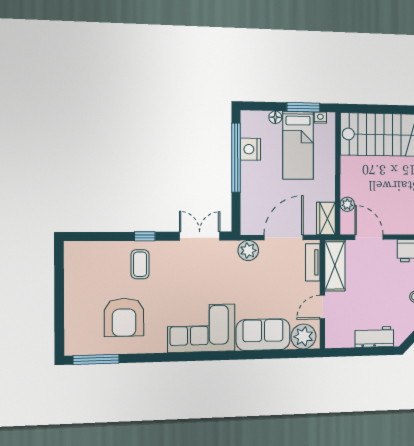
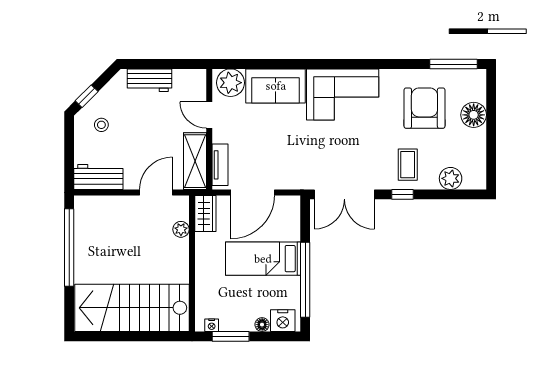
bed: (298, 145) -> (263, 259), moved, turned -90
nightstand: (250, 149) -> (283, 321), moved, turned 90
double door: (200, 236) -> (344, 194), width x1.37
door: (369, 237) -> (156, 193), swing flipped
plant: (248, 250) -> (451, 178), moved
door: (322, 307) -> (209, 115), swing flipped
floor lamp: (76, 312) -> (474, 115), added

